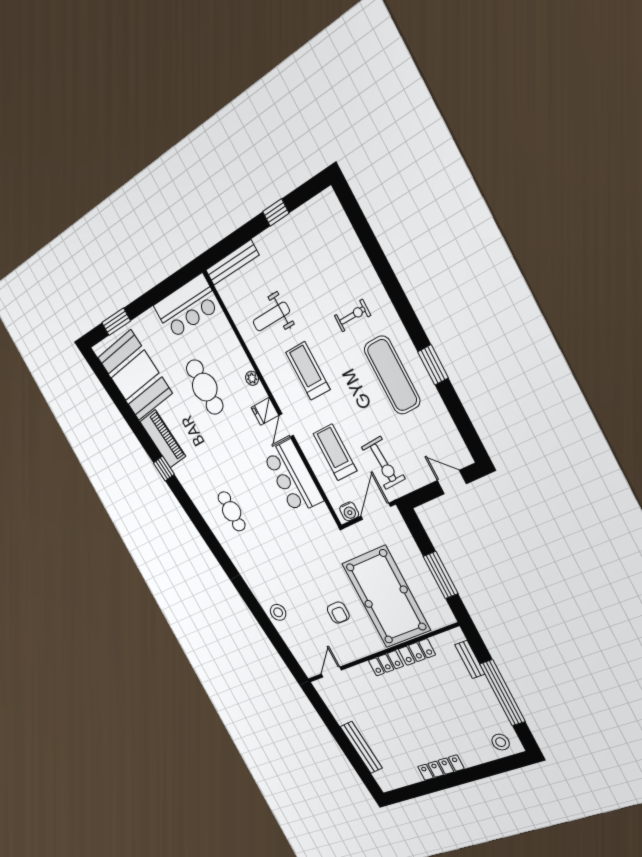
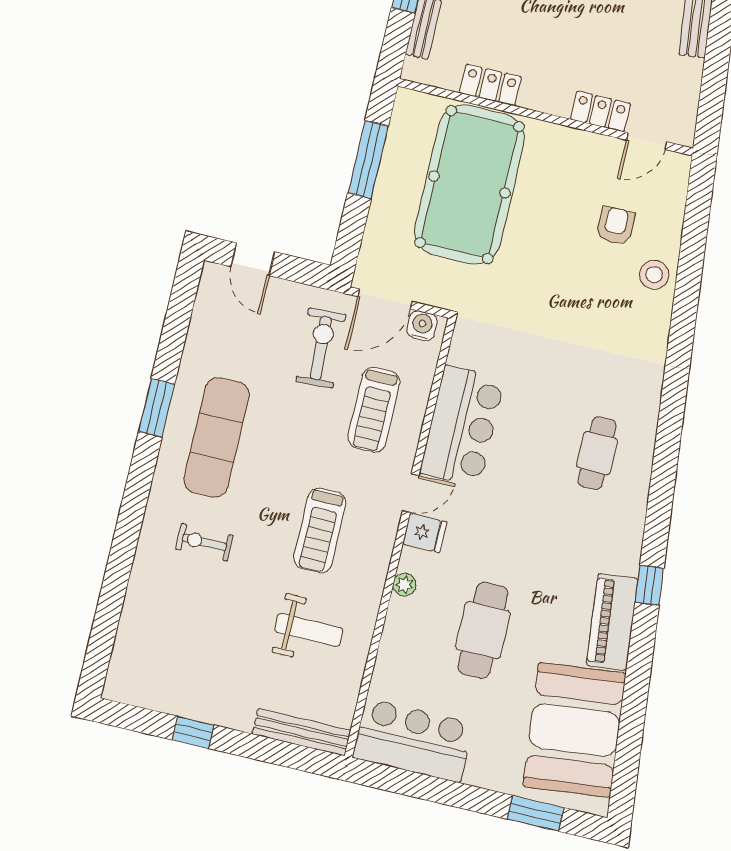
armchair: (338, 613) -> (616, 226), moved
locker: (386, 663) -> (600, 111), moved

